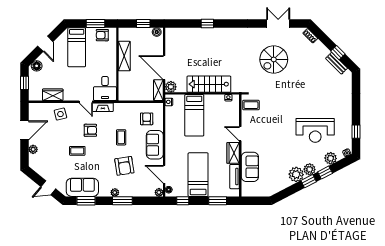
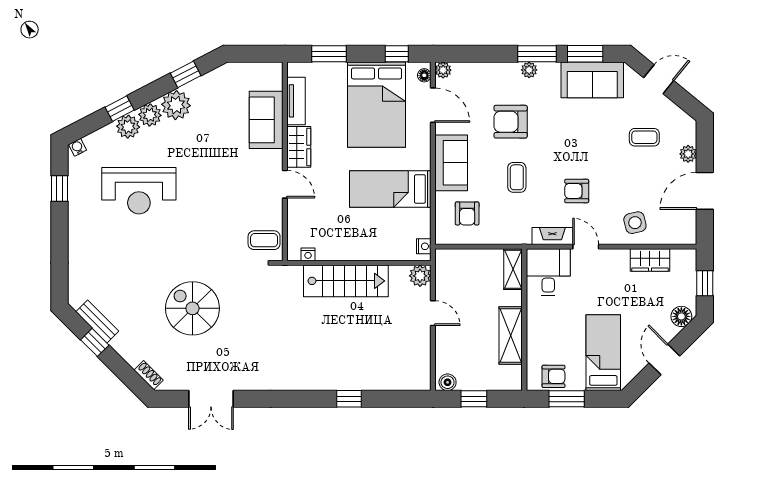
spiral stairs: (274, 59) -> (192, 308), moved, turned -90
door: (164, 68) -> (433, 313), width x0.53
shelving: (158, 90) -> (513, 269), moved
bed: (194, 115) -> (390, 189), moved, turned -90
reception desk: (315, 130) -> (139, 191), turned 180
coffee table: (77, 151) -> (644, 137), moved
plant: (331, 158) -> (128, 127), moved
armchair: (124, 166) -> (511, 122), turned -81
bed: (198, 175) -> (377, 105), width x1.50
window: (309, 181) -> (186, 74), moved
window: (122, 201) -> (537, 54), moved

